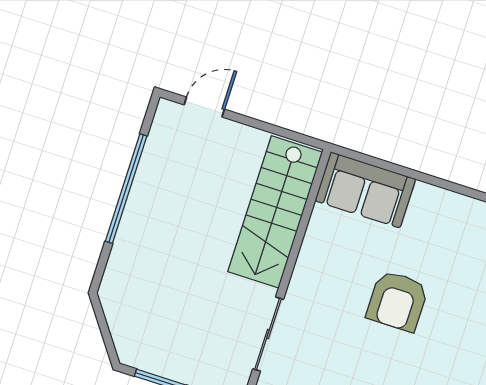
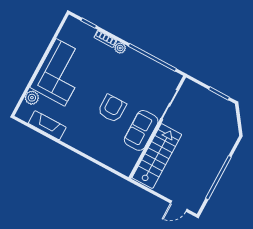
sofa: (365, 190) -> (141, 130), moved, turned -90

